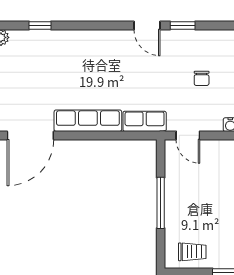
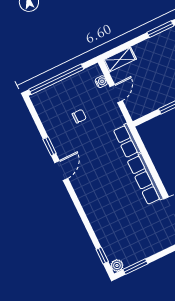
window: (40, 26) -> (102, 255), moved
door: (188, 135) -> (116, 94), moved

